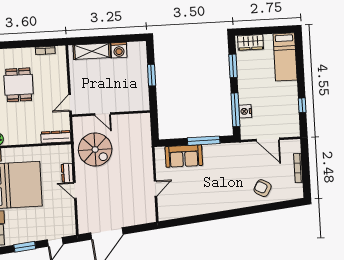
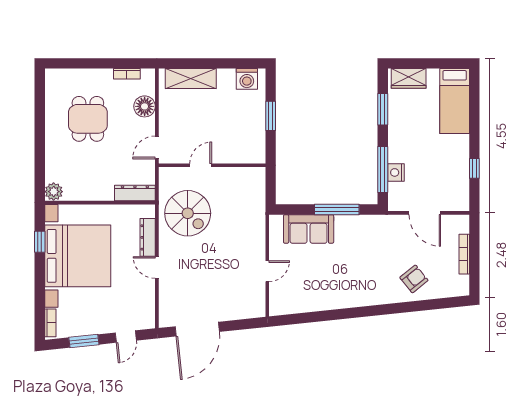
washing machine: (119, 50) -> (247, 79), moved
floor lamp: (59, 73) -> (145, 106), added
door: (103, 114) -> (201, 165), swing flipped
dresser: (67, 173) -> (148, 237), width x1.44
armchair: (263, 188) -> (414, 279), turned 112

